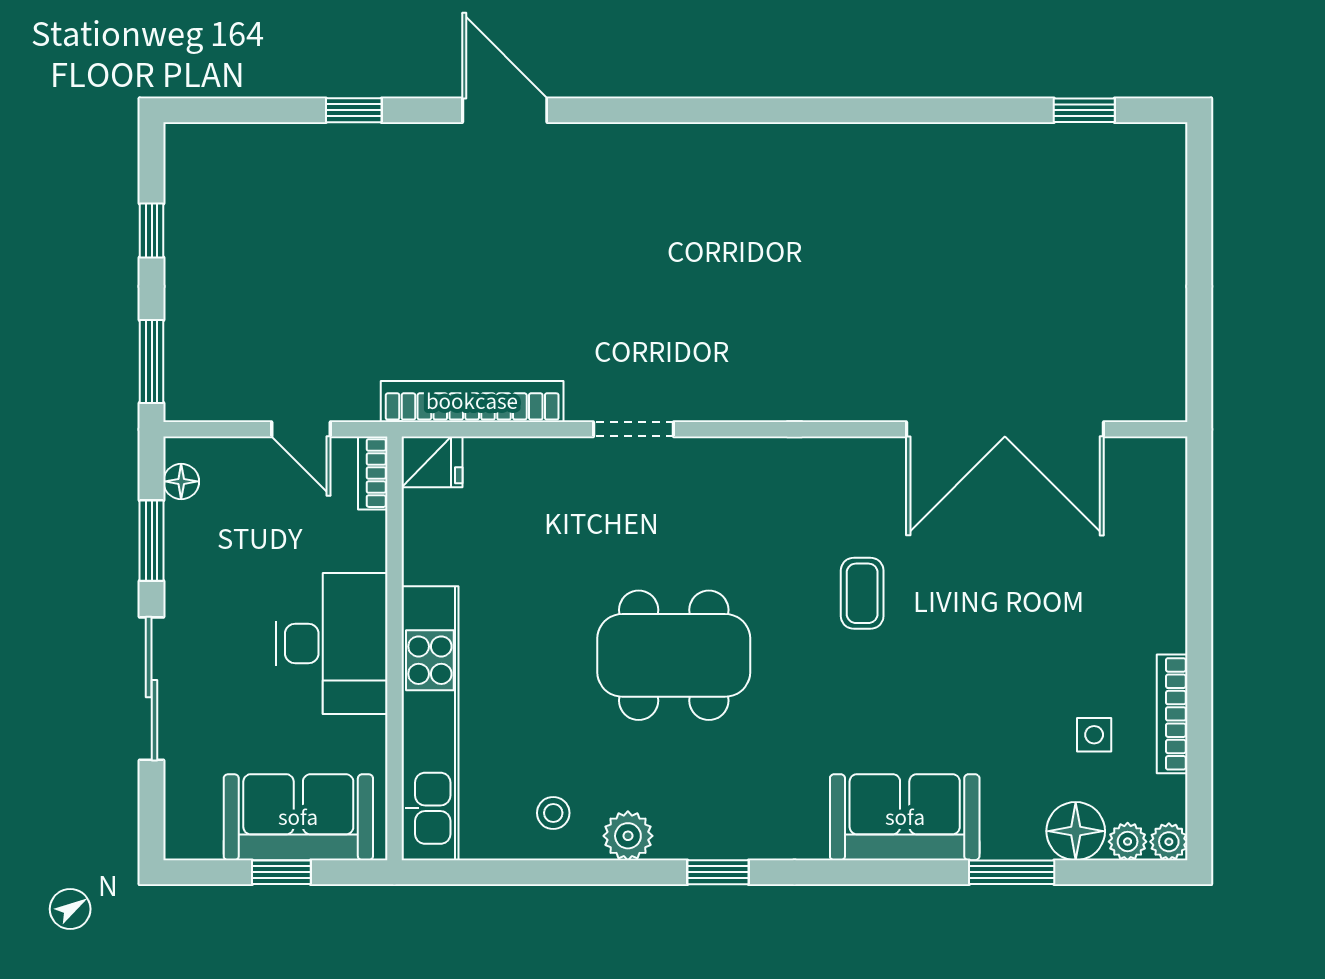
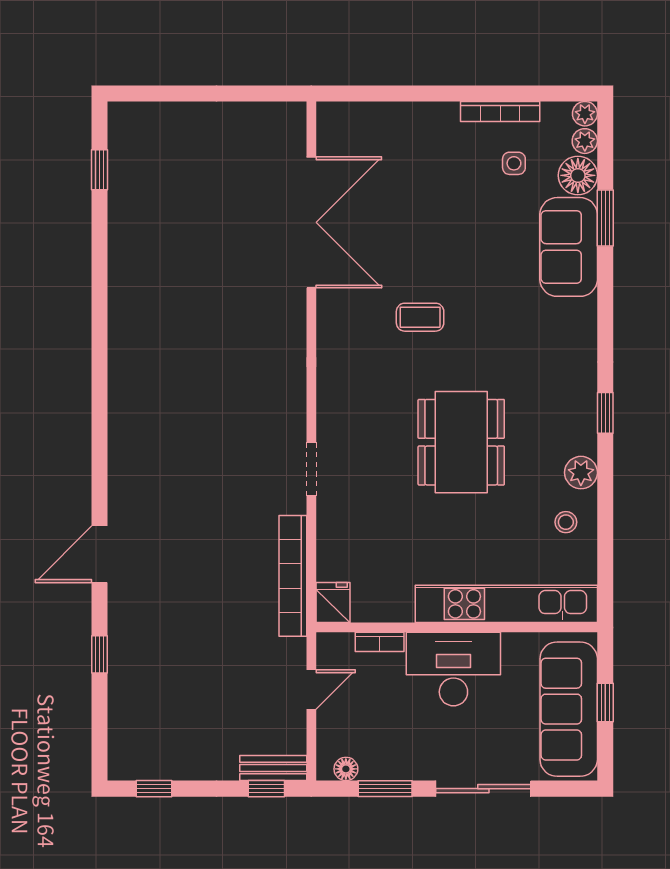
window: (152, 230) -> (154, 789), moved
window: (152, 361) -> (266, 789), width x0.67
bench: (183, 372) -> (273, 768), added
bookcase: (373, 473) -> (380, 642), moved
sofa: (298, 817) -> (569, 709), width x1.36
sofa: (905, 817) -> (569, 247), moved

